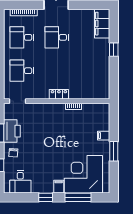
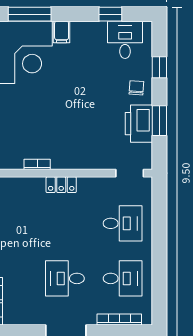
desk: (57, 37) -> (65, 278), turned 180
window: (46, 197) -> (110, 14), moved

